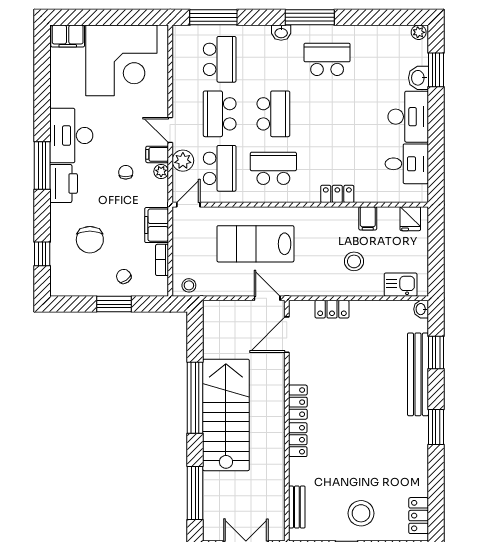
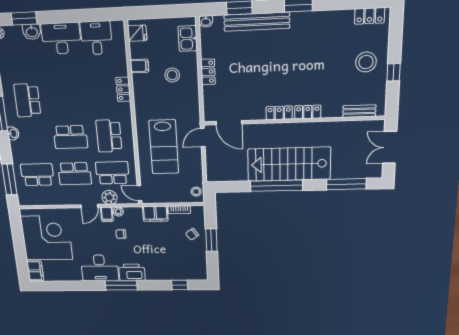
school desk: (273, 114) -> (70, 137), turned 180
chair: (90, 240) -> (168, 256), removed
locker: (332, 309) -> (208, 72), moved

